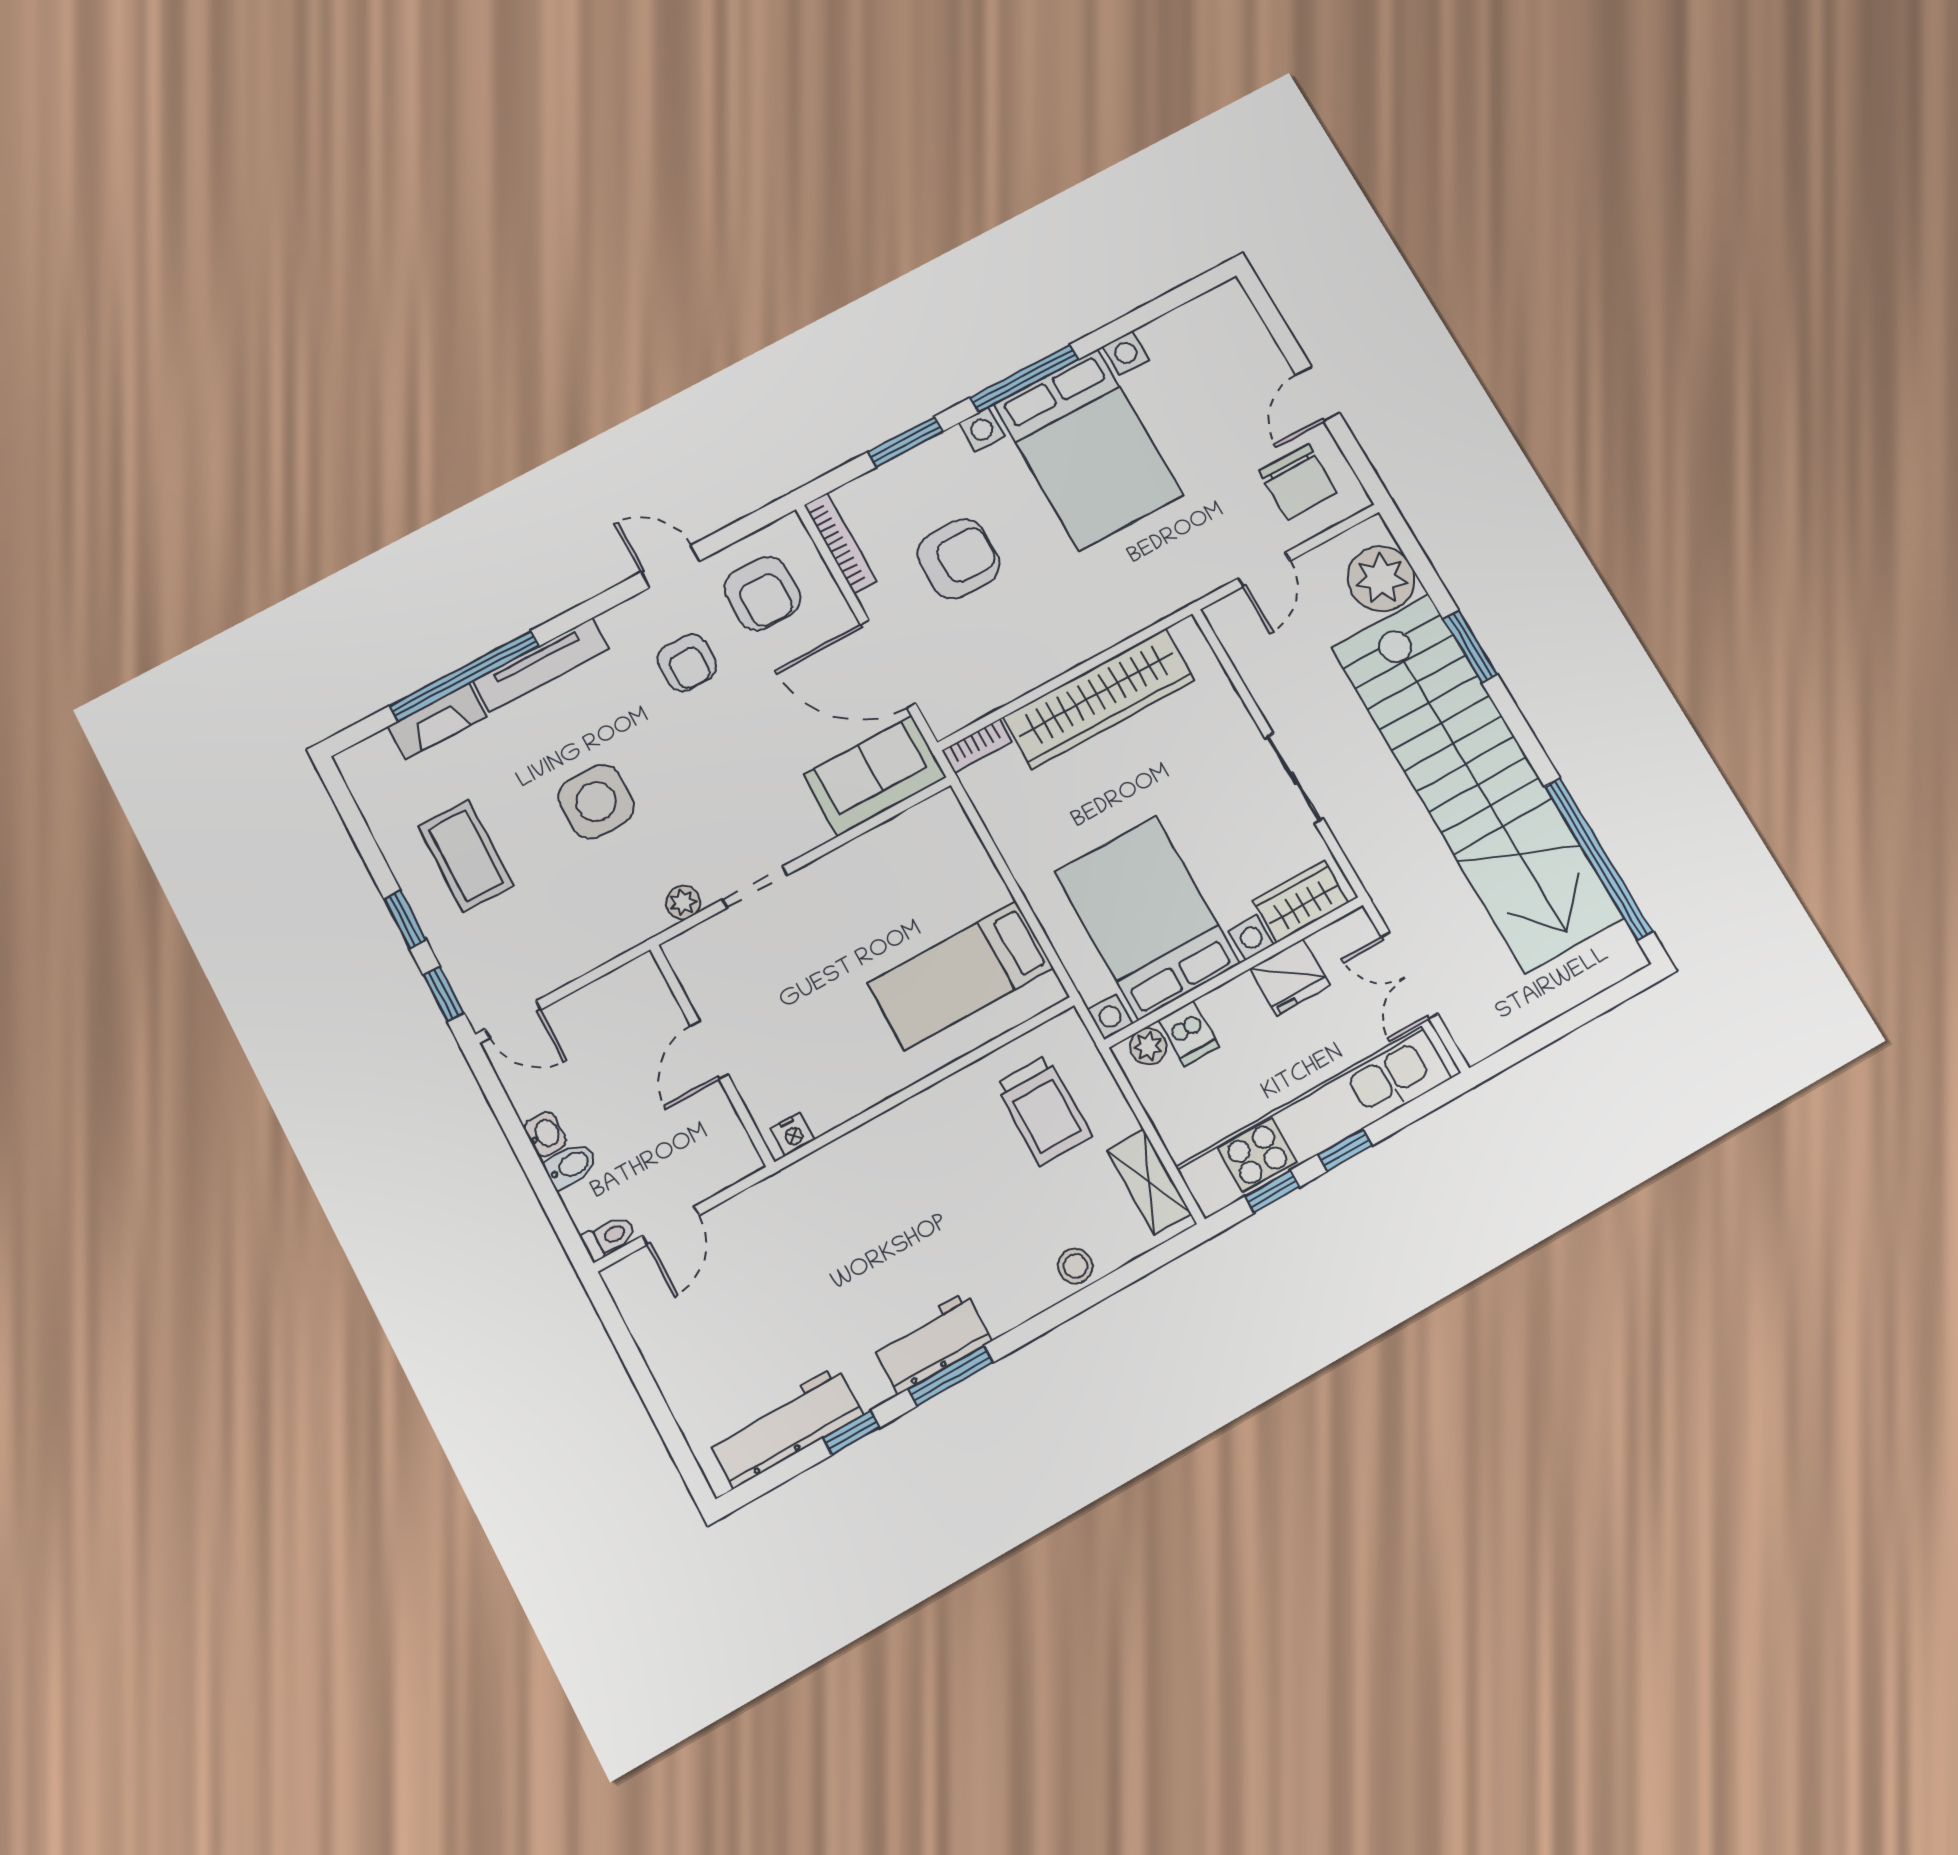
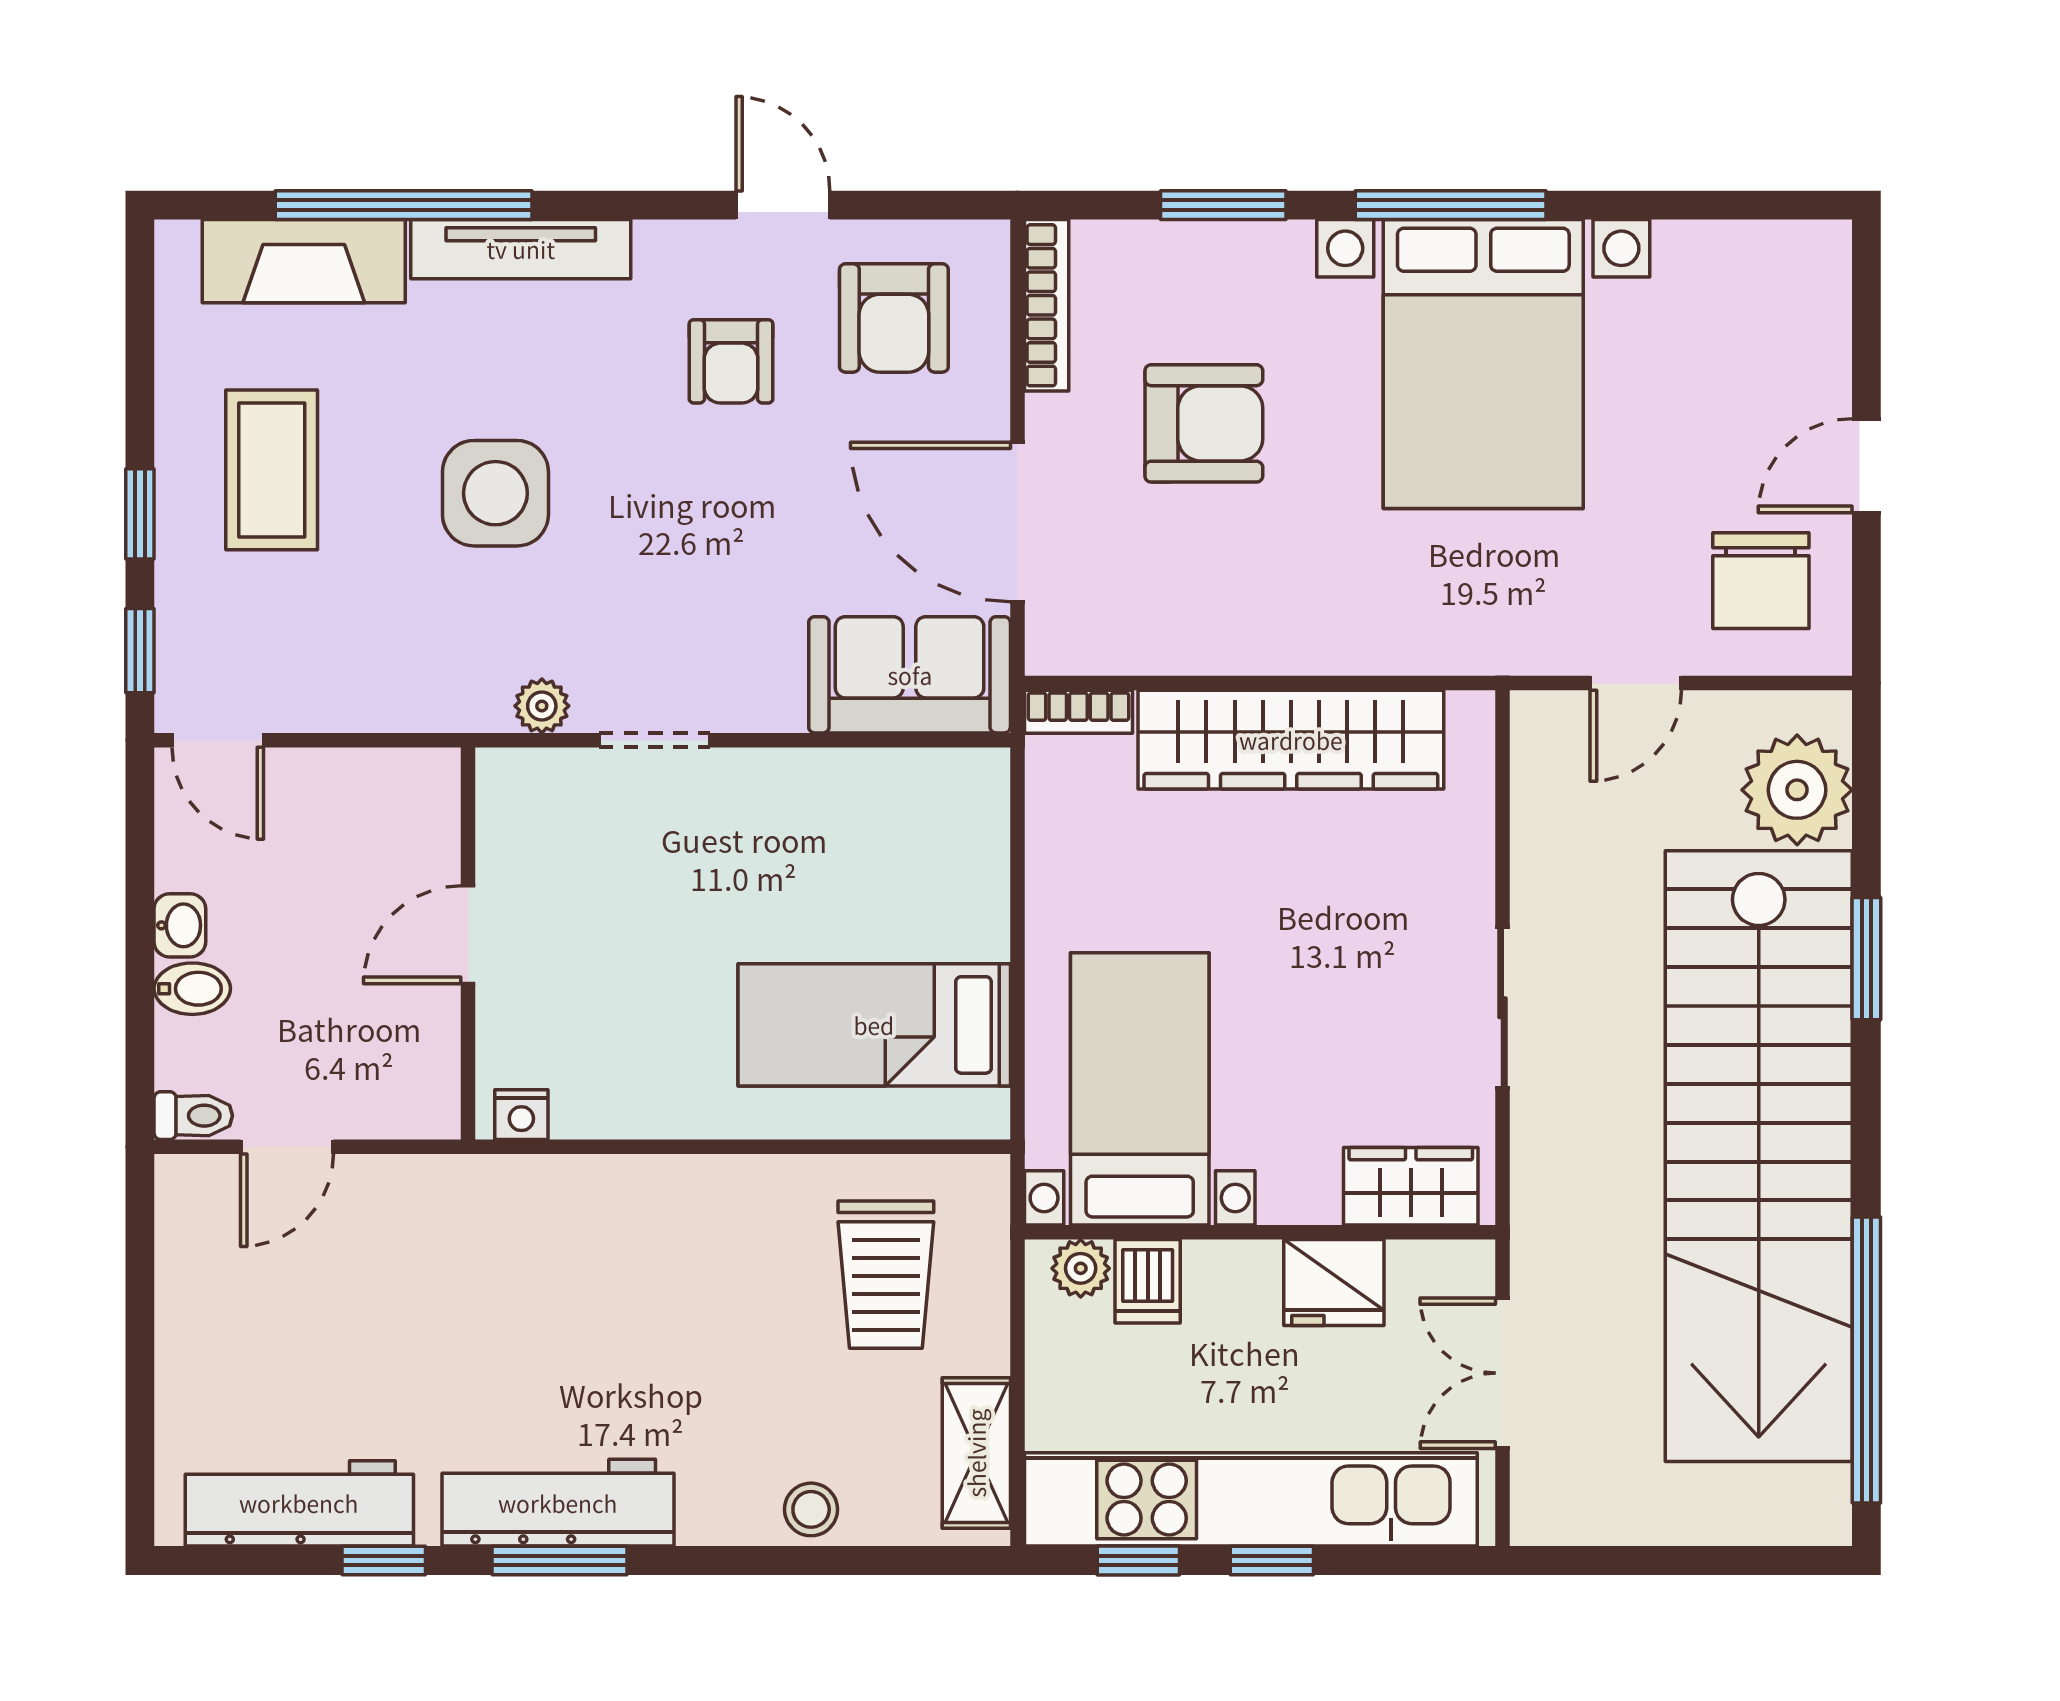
fireplace: (437, 721) -> (304, 261), width x1.37, depth x1.32
bed with nightstands: (1147, 918) -> (1140, 1089), width x0.73
workbench: (932, 1343) -> (558, 1503), width x1.38

